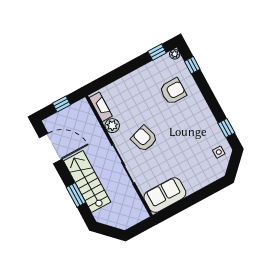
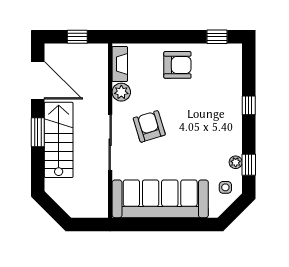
plant: (175, 54) -> (236, 162), moved
window: (192, 65) -> (249, 105), moved
armchair: (173, 91) -> (177, 65), moved
window: (76, 195) -> (38, 132), moved
sofa: (165, 195) -> (160, 199), width x1.85, depth x1.27

